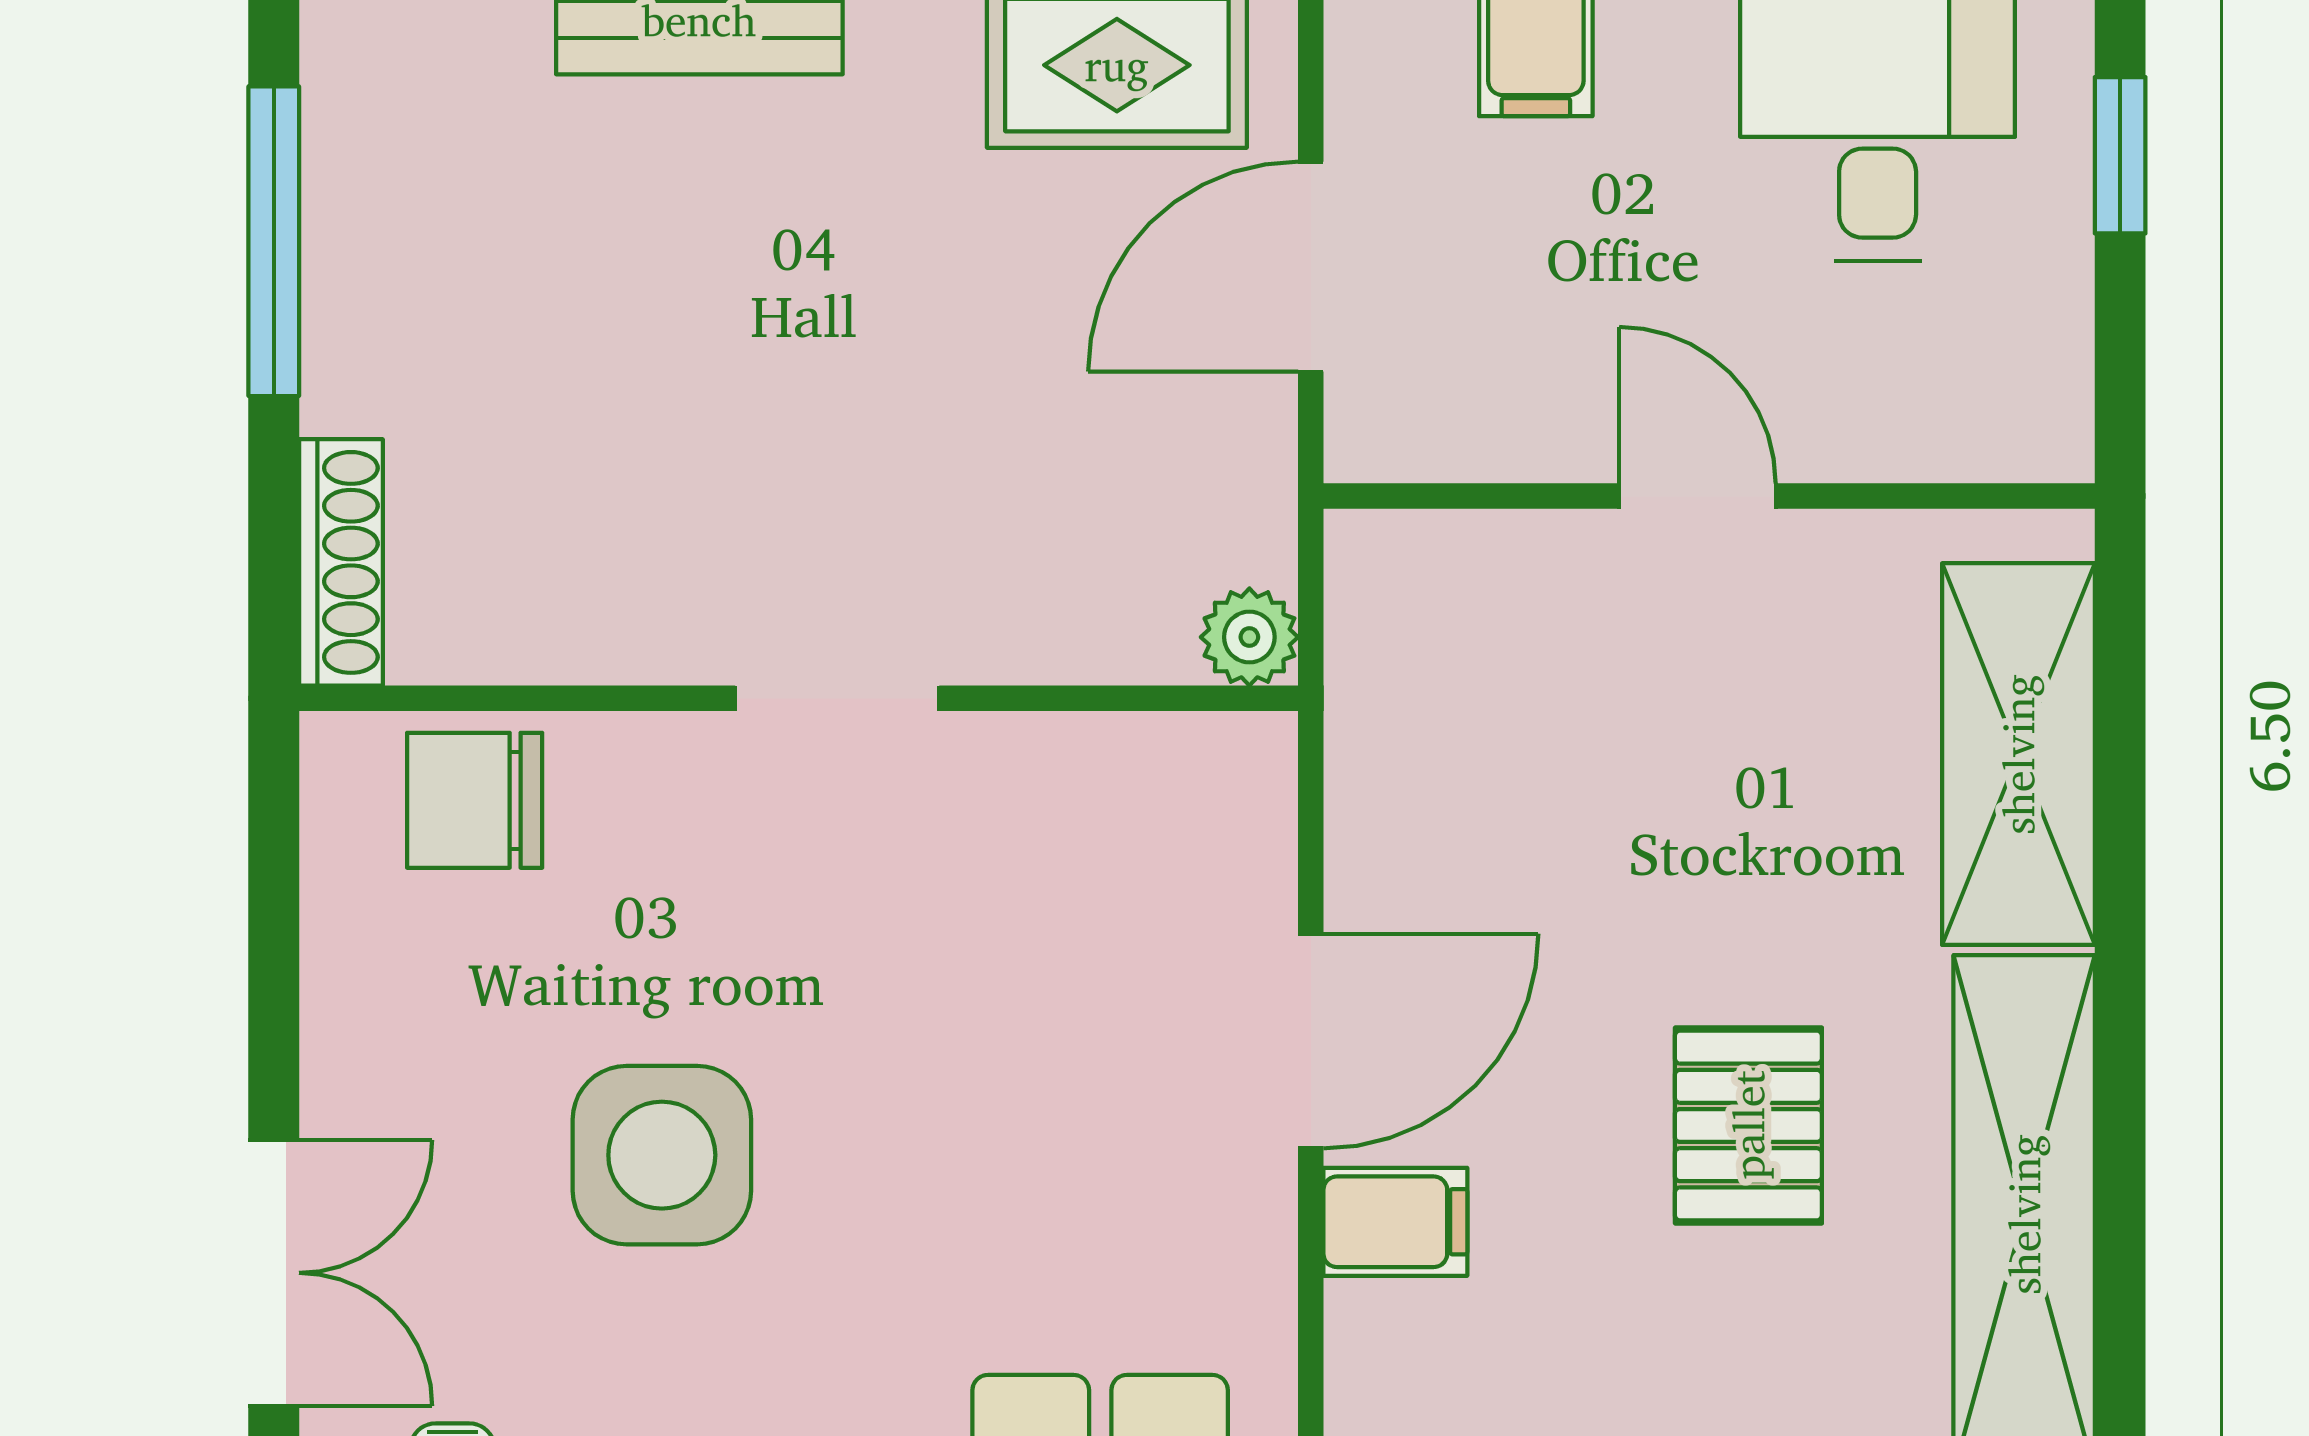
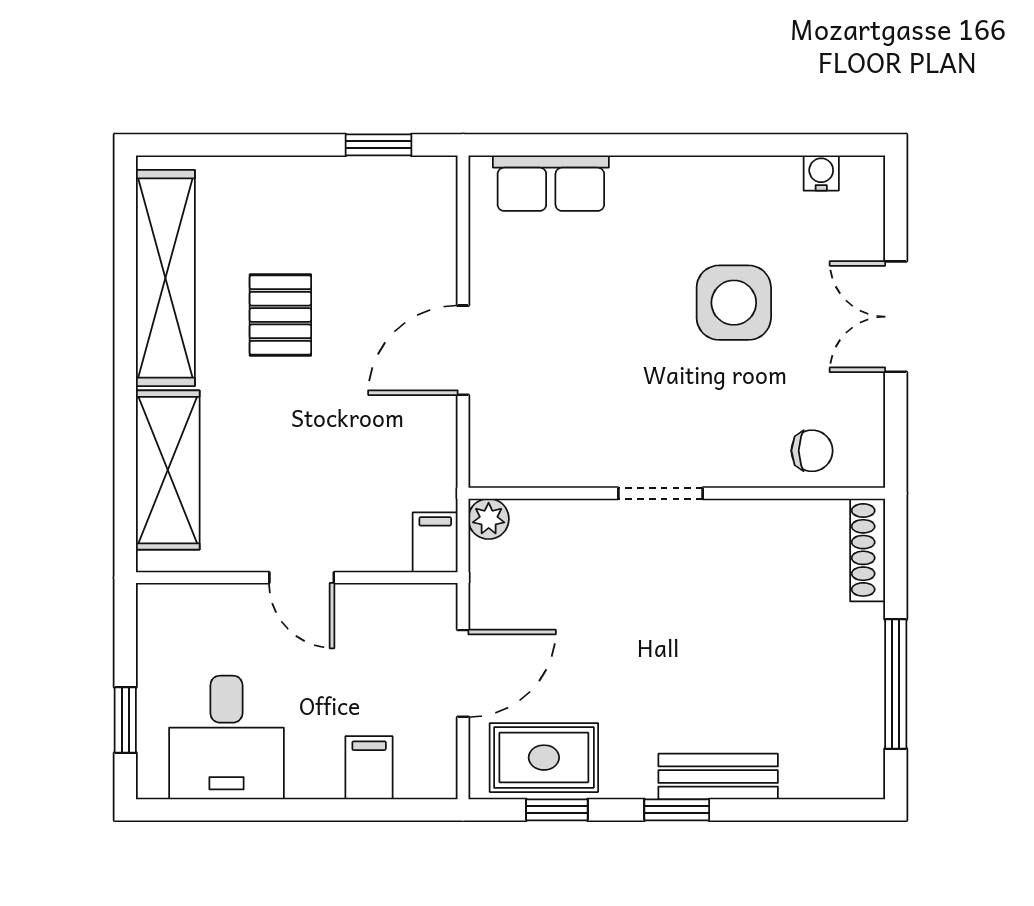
chair: (475, 800) -> (812, 451), width x0.73, depth x0.73
filing cabinet: (1395, 1222) -> (435, 542), moved, turned 90
double door: (274, 1273) -> (896, 317), moved

